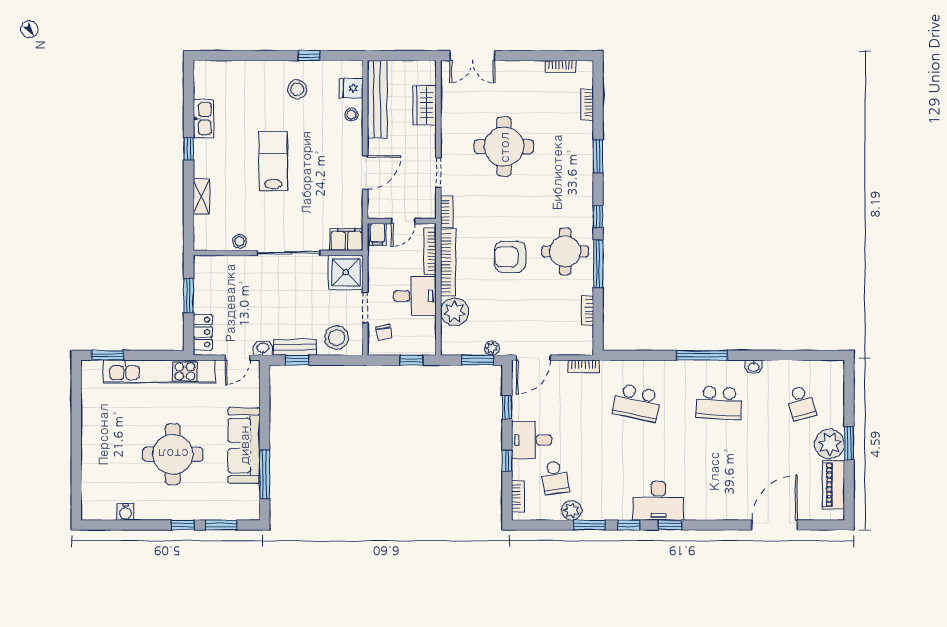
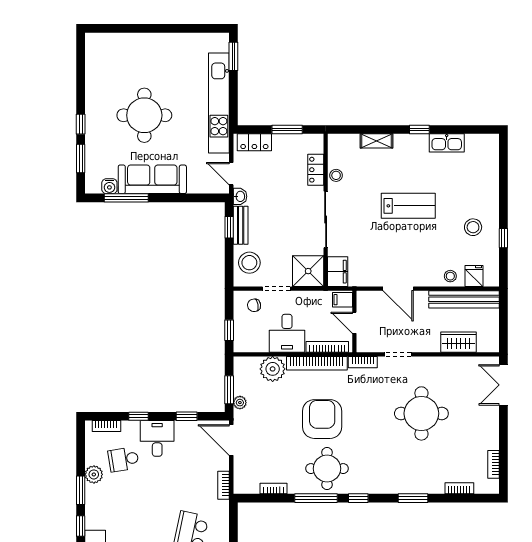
armchair: (510, 257) -> (322, 419), width x1.36, depth x1.36
locker: (233, 264) -> (316, 170), added
water cooler: (125, 512) -> (109, 186), moved, turned -90

